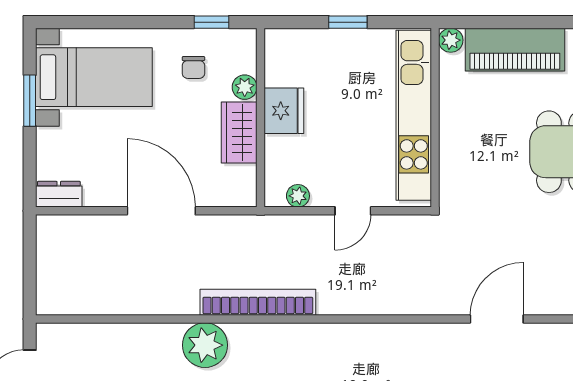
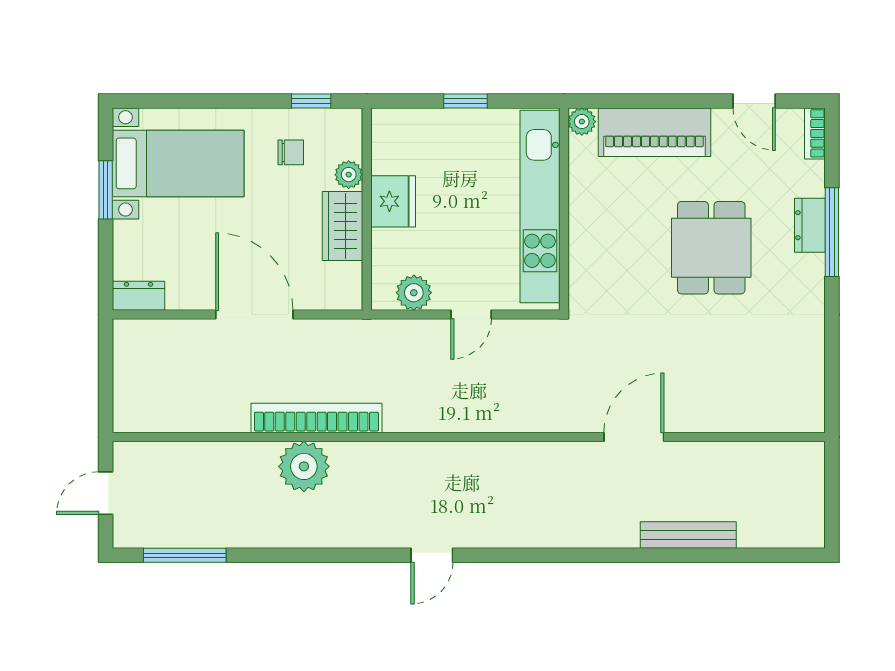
chair: (193, 67) -> (291, 152), turned -90
plant: (298, 196) -> (414, 293), width x1.38, depth x1.38
bookcase: (258, 302) -> (316, 418), moved

